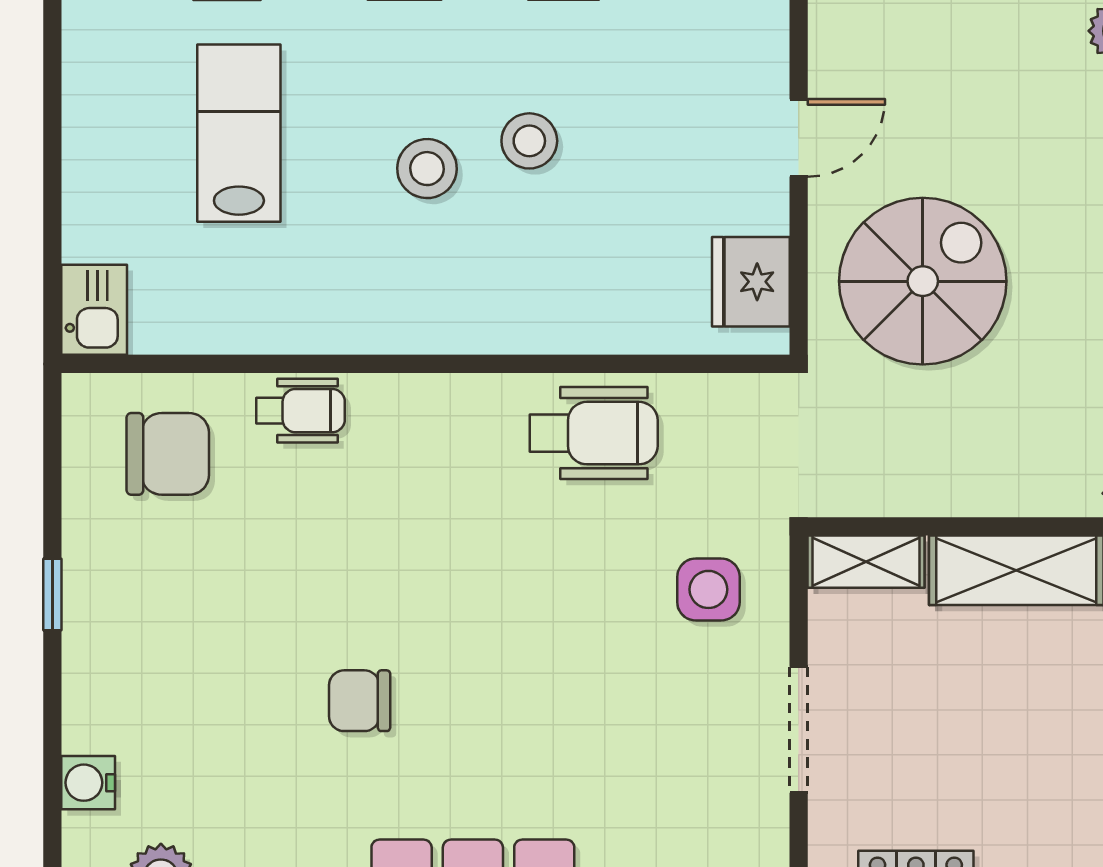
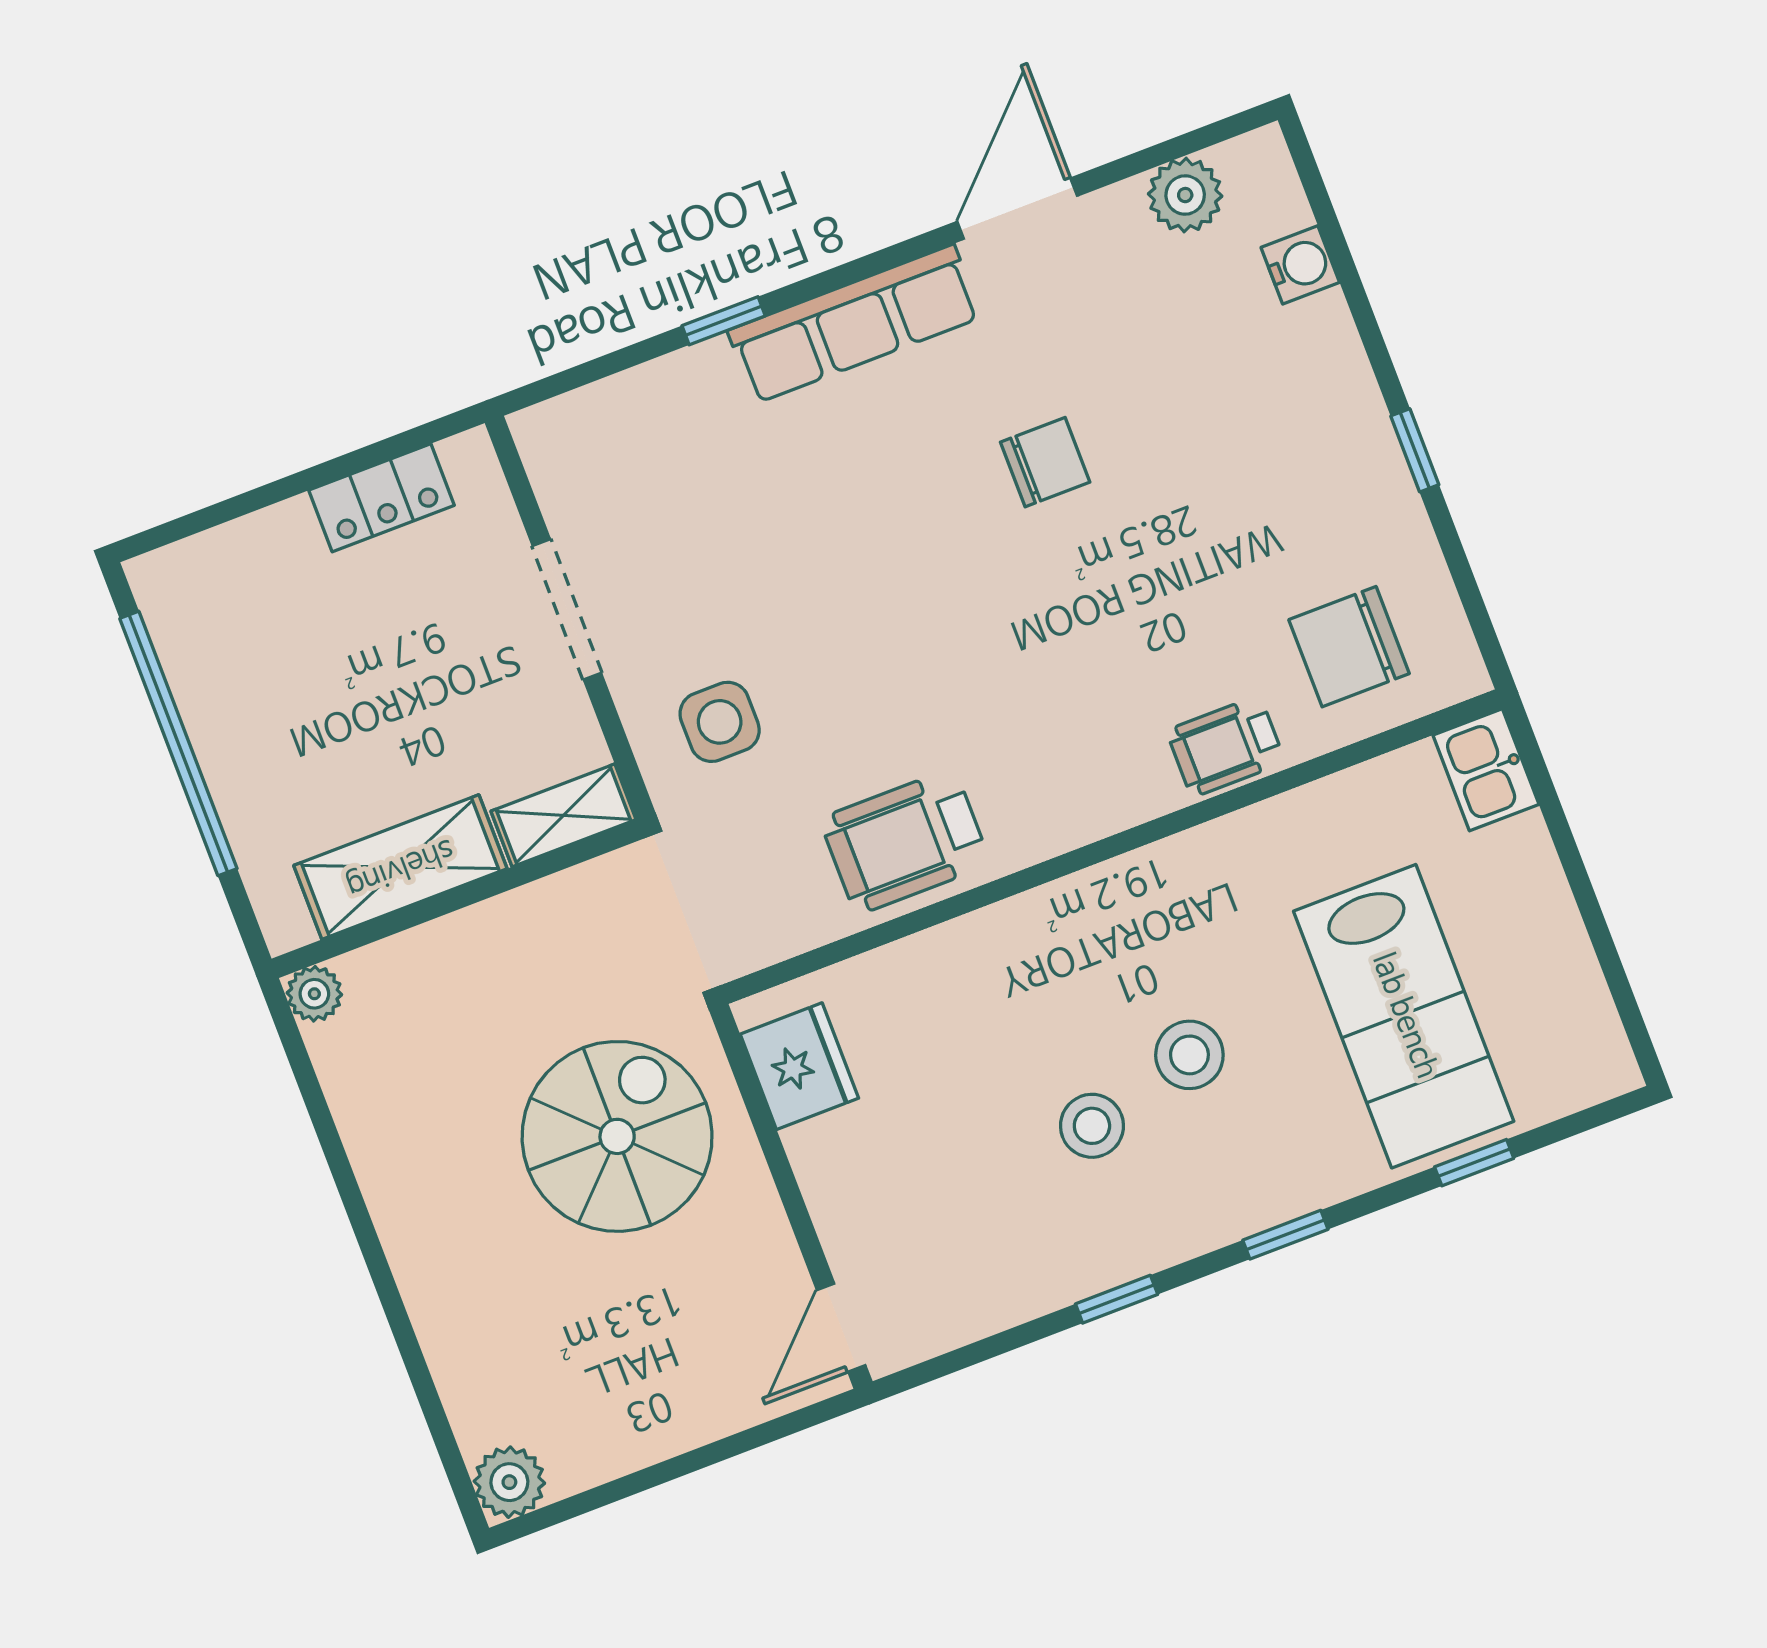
lab bench: (239, 133) -> (1404, 1016), width x1.36, depth x1.39
door: (799, 138) -> (841, 1328), moved
spiral stairs: (923, 281) -> (617, 1136), turned 180

